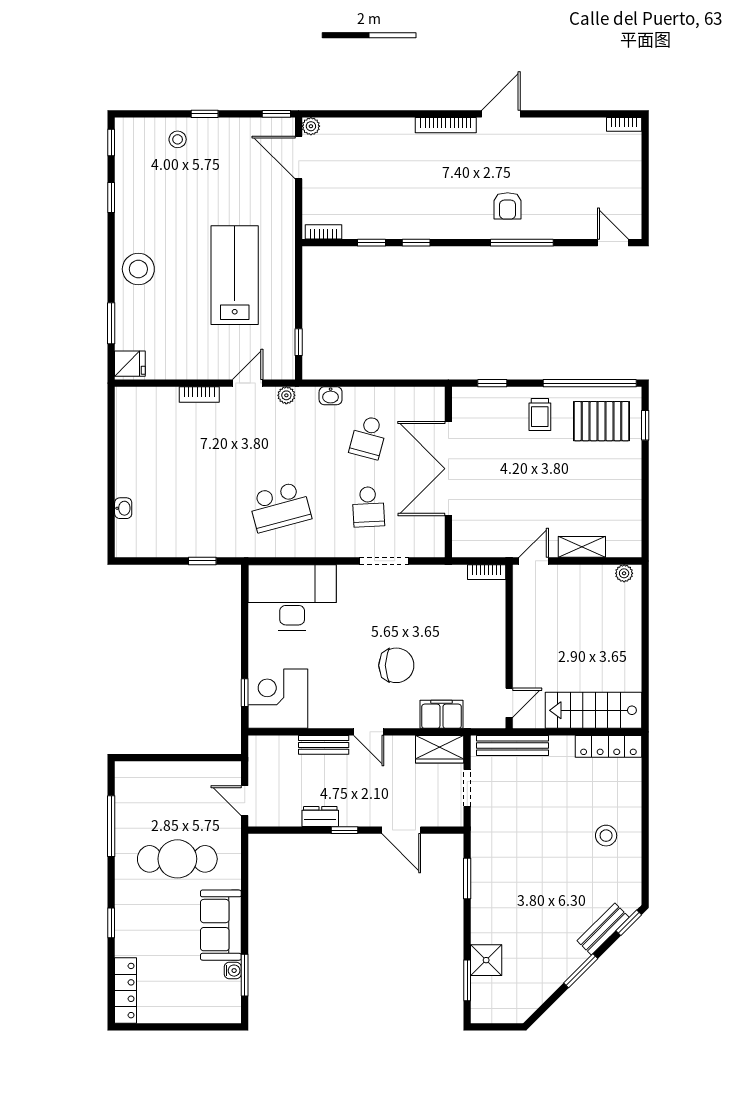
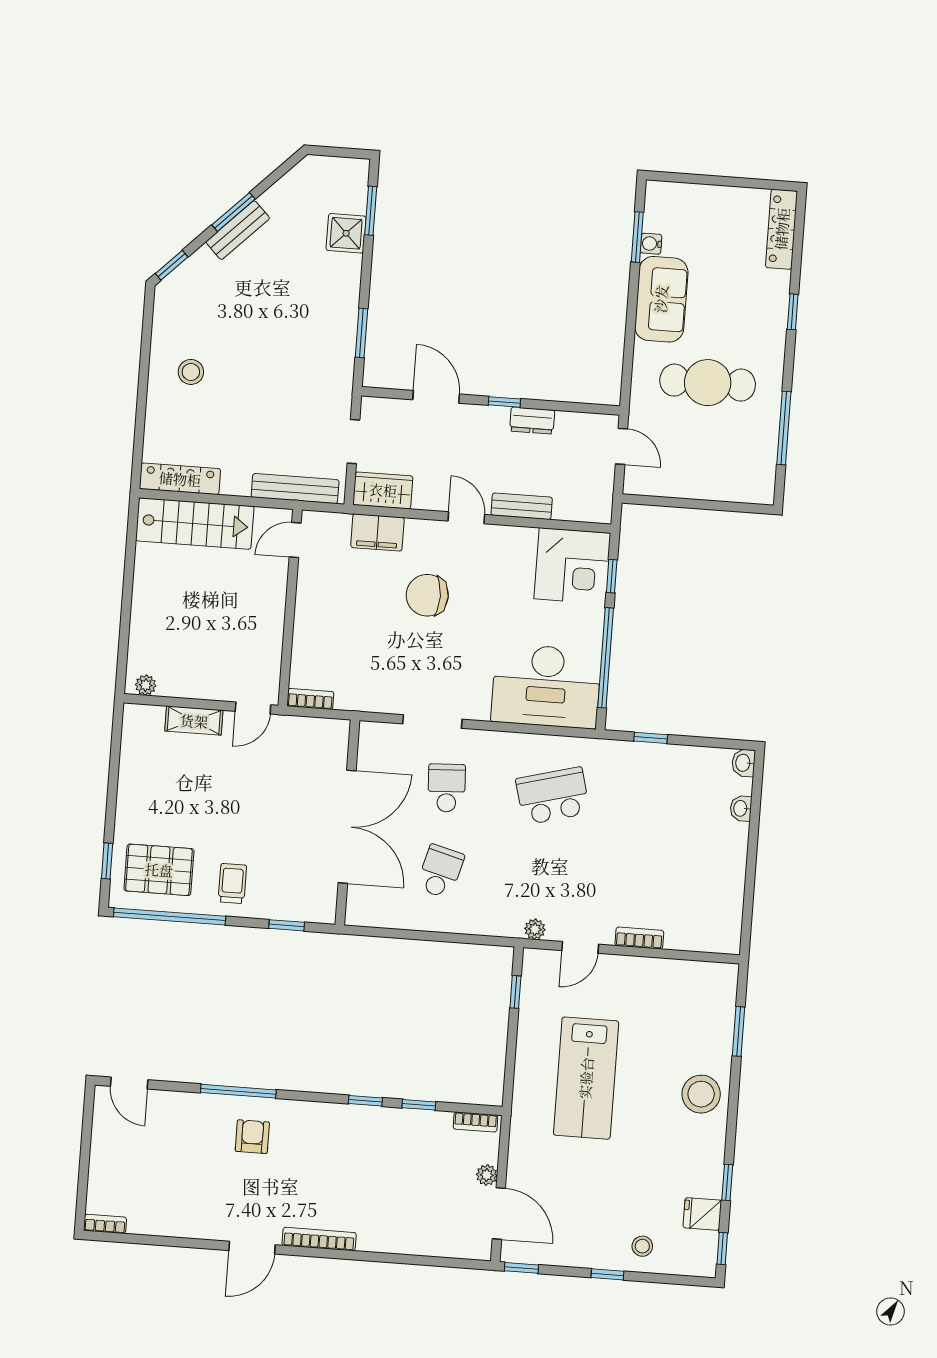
plant: (311, 126) -> (487, 1175), moved
fridge: (130, 364) -> (702, 1214), moved
washbasin: (331, 396) -> (743, 763), moved, turned -90
window: (245, 625) -> (606, 658), added
bench: (603, 929) -> (238, 230), moved

